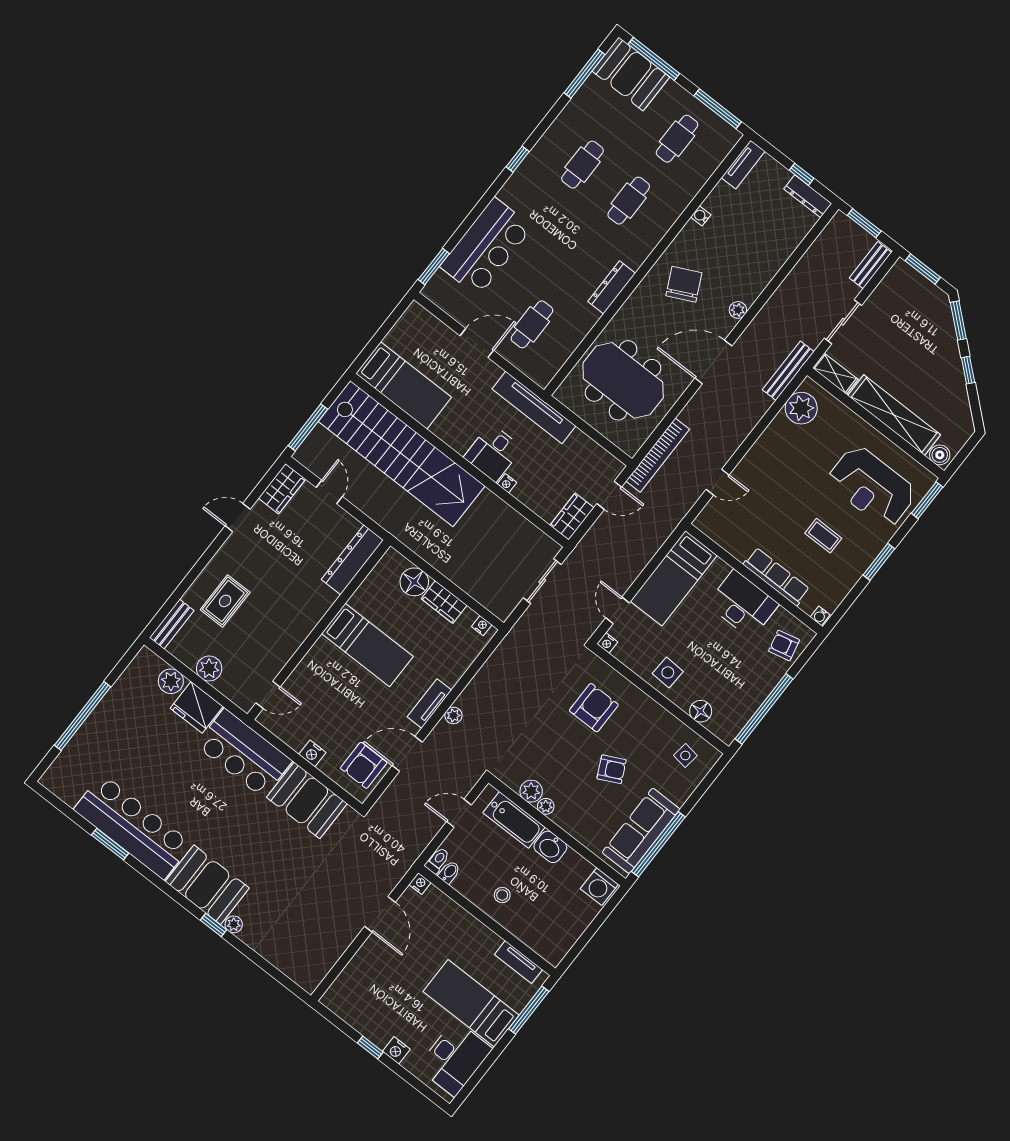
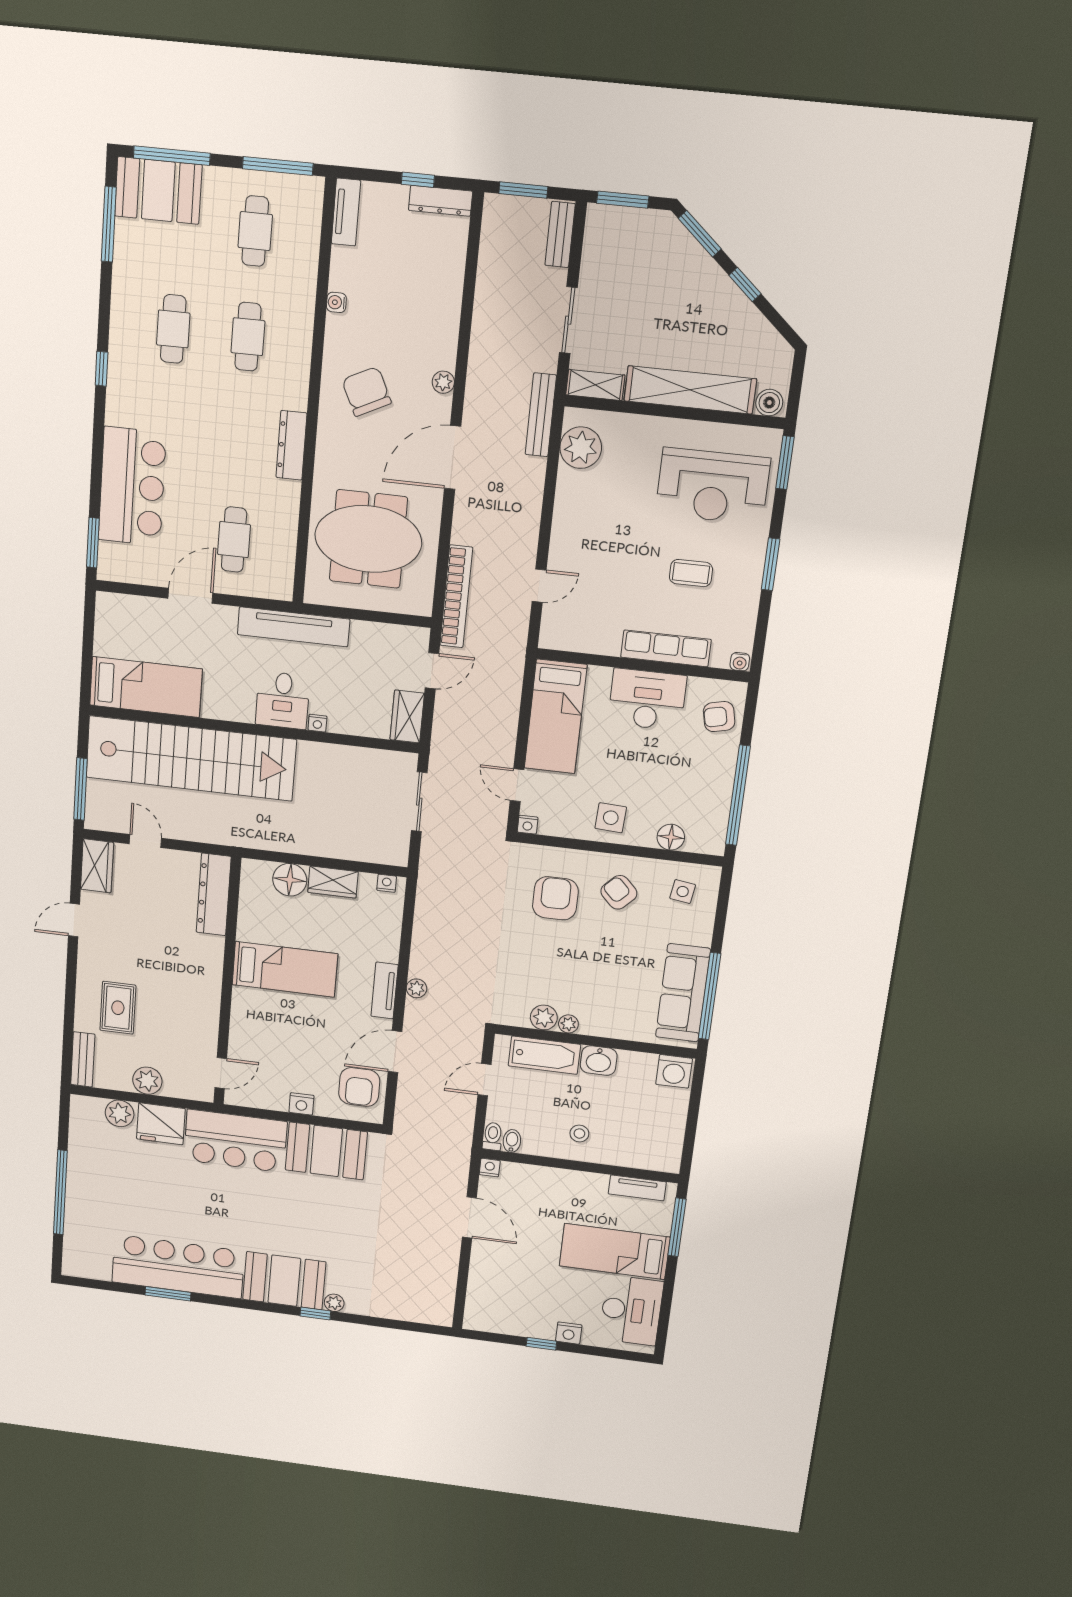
armchair: (612, 769) -> (619, 892), moved, turned -109

